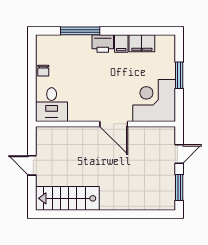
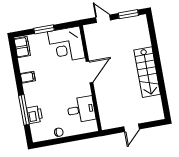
filing cabinet: (142, 43) -> (22, 47), moved
printer: (103, 44) -> (35, 115), moved
desk: (52, 105) -> (81, 110), moved
stairs: (67, 198) -> (147, 72), moved

